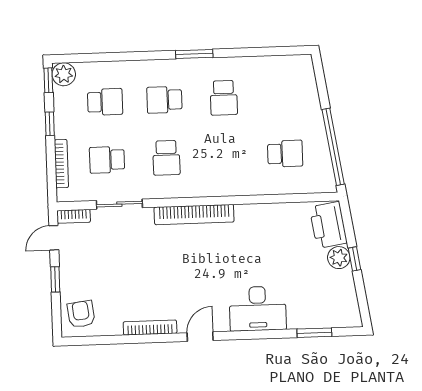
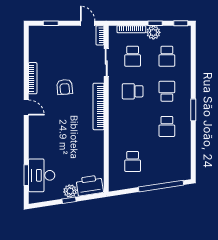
plant: (64, 74) -> (153, 32), moved
school desk: (224, 98) -> (167, 126), turned -90
window: (333, 147) -> (161, 186), moved
school desk: (107, 160) -> (133, 56), turned 180
window: (55, 279) -> (51, 23), moved
desk: (258, 309) -> (42, 175), moved
armchair: (81, 314) -> (65, 87), moved, turned 92

